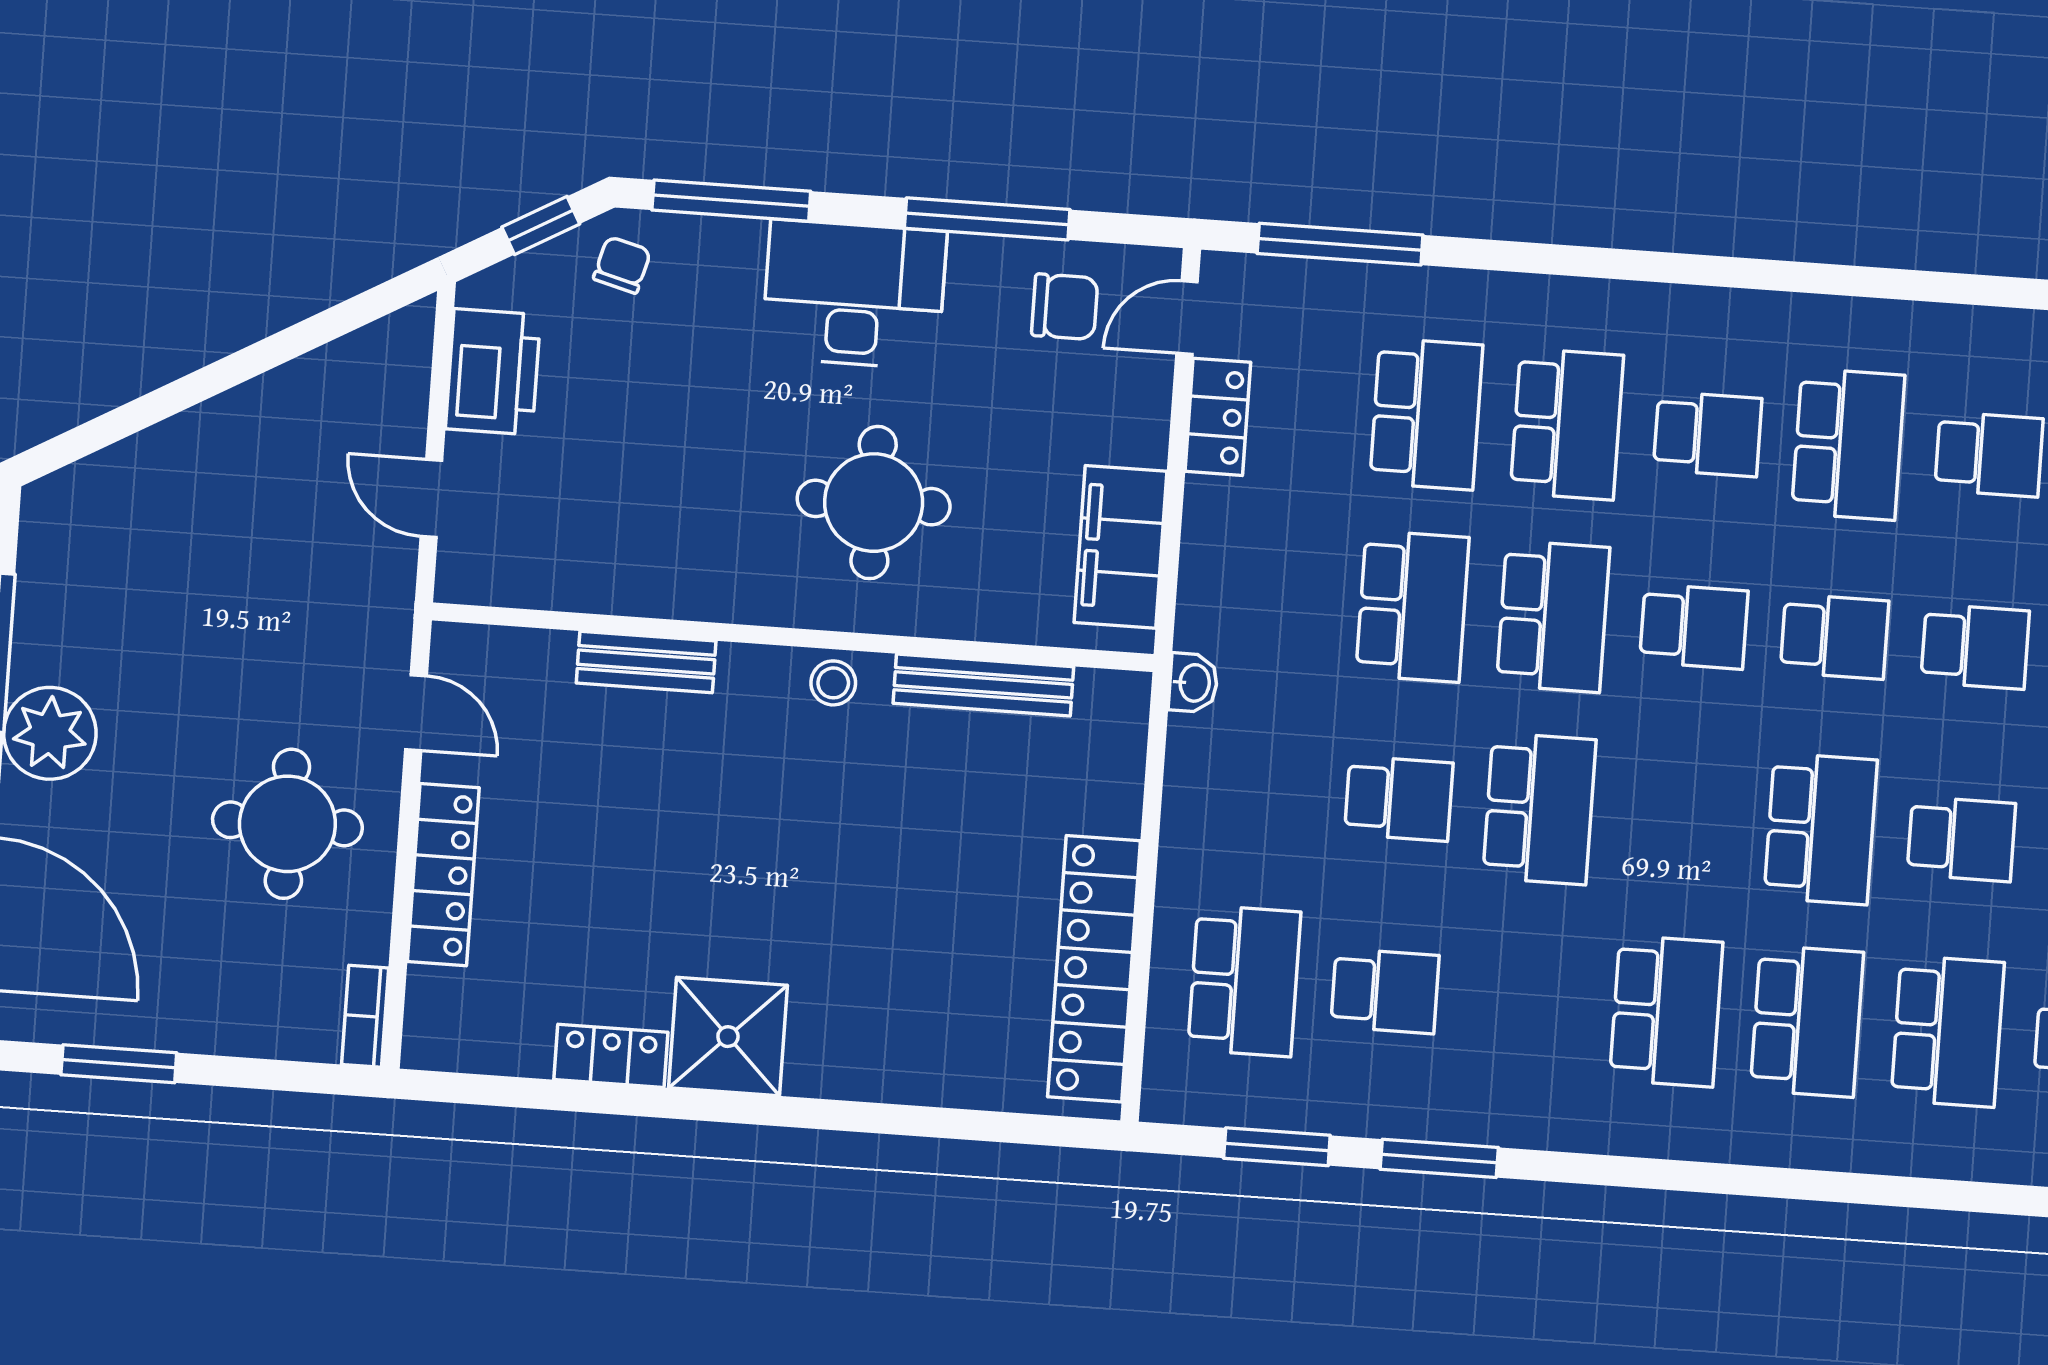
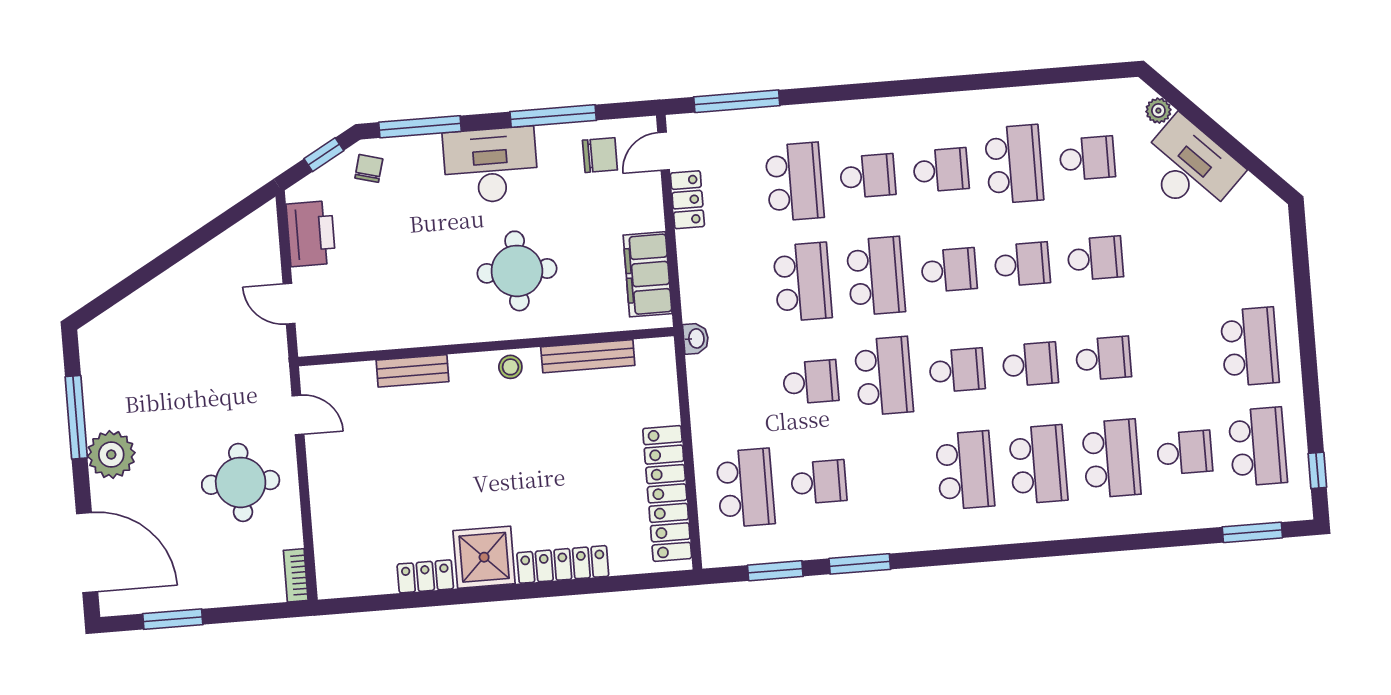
school desk: (1567, 424) -> (868, 176), width x0.54
school desk: (1680, 819) -> (957, 370), added
school desk: (1821, 829) -> (1030, 364), width x0.54
locker: (443, 875) -> (563, 564), moved, turned -90

